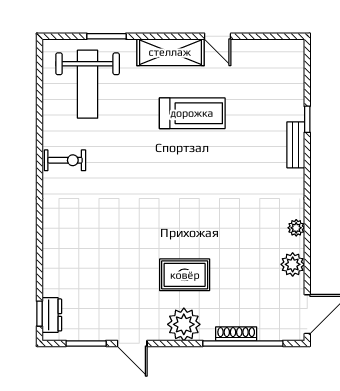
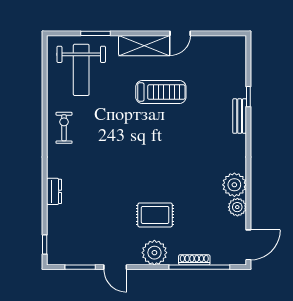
door: (218, 36) -> (180, 33), hinge flipped
exercise bike: (65, 160) -> (64, 128), turned -90
plant: (296, 228) -> (234, 185), width x1.88, depth x1.88
dresser: (52, 315) -> (54, 191), moved

